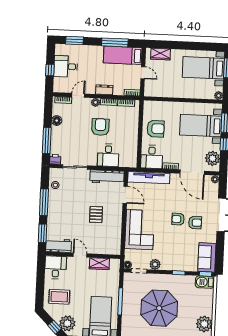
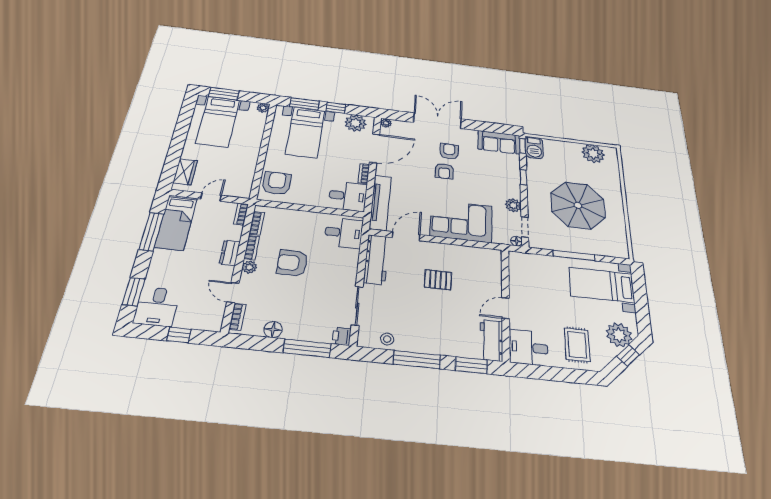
desk: (66, 66) -> (157, 307), moved
armchair: (156, 129) -> (277, 183), moved
desk: (108, 155) -> (344, 233), moved
wardrobe: (99, 264) -> (518, 281), removed

